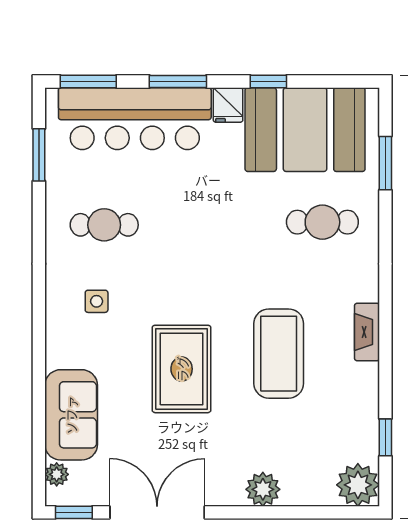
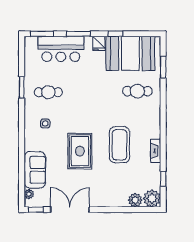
bar counter: (135, 119) -> (61, 49), width x0.73
window: (39, 155) -> (22, 87), moved
fireplace: (367, 332) -> (156, 151), moved
plant: (263, 489) -> (135, 200), moved

